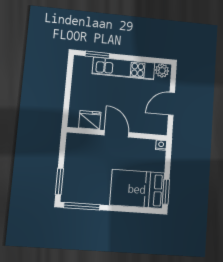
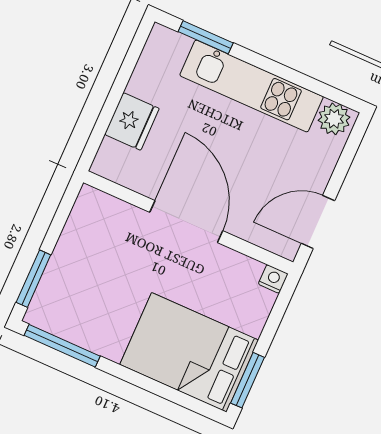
door: (172, 104) -> (318, 222), moved
fridge: (90, 120) -> (132, 121), moved, turned 90
door: (116, 134) -> (186, 222), width x1.36

